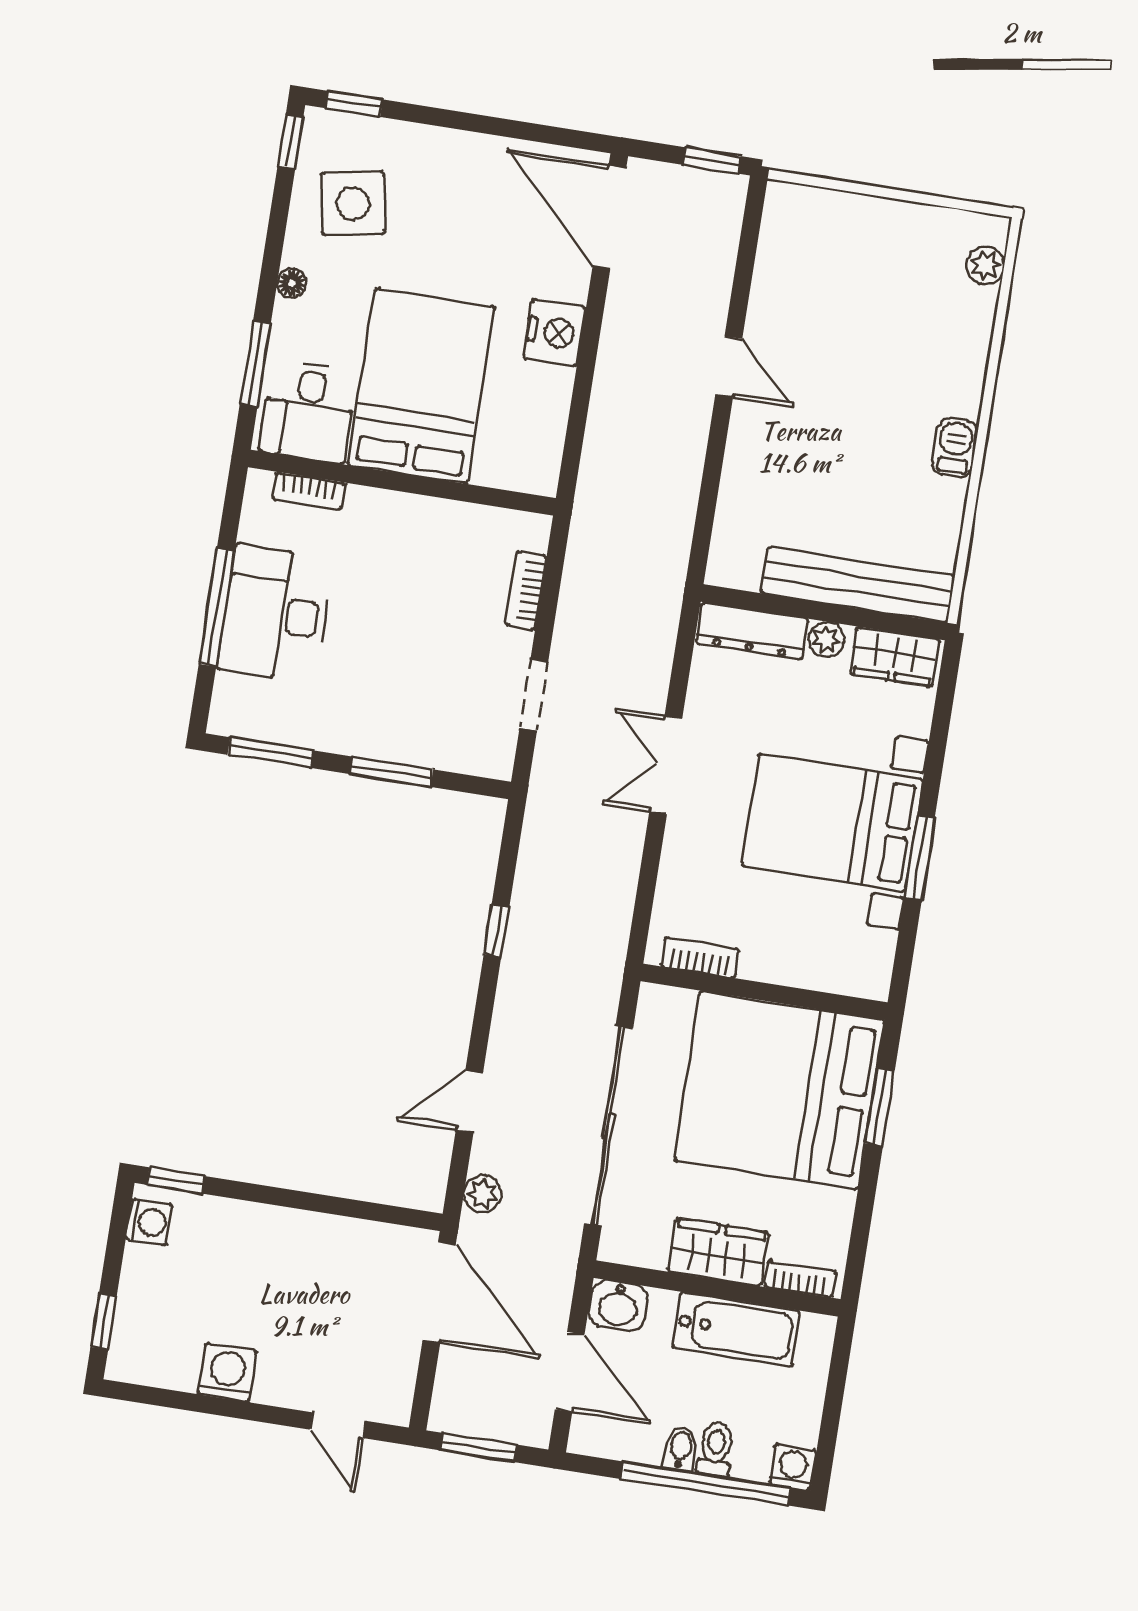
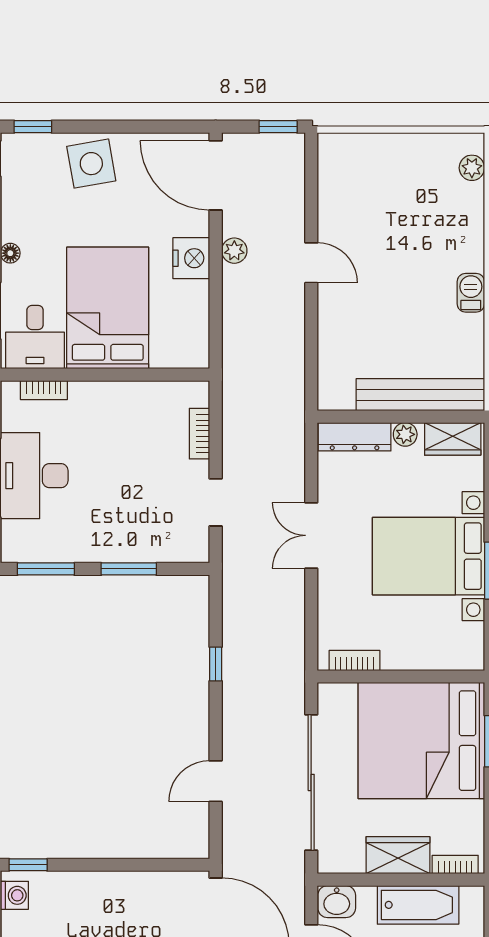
side table: (353, 203) -> (91, 164), moved
plant: (483, 1194) -> (234, 251), moved

